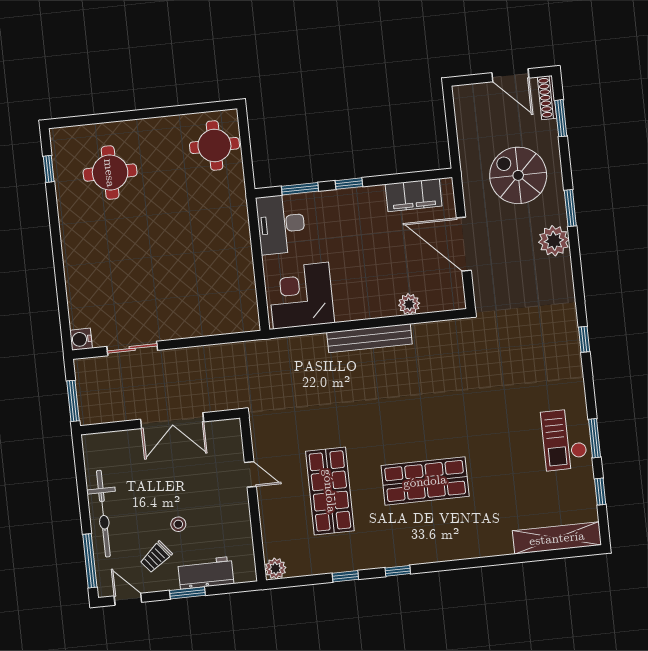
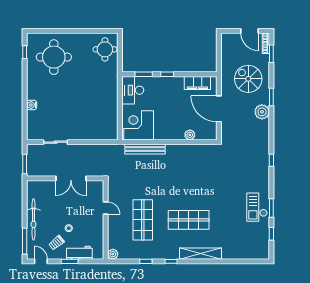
round table: (110, 173) -> (54, 57), width x1.36, depth x1.36
bench: (369, 338) -> (145, 149), moved
water cooler: (81, 339) -> (32, 105), moved
shelving: (557, 538) -> (200, 254), moved

